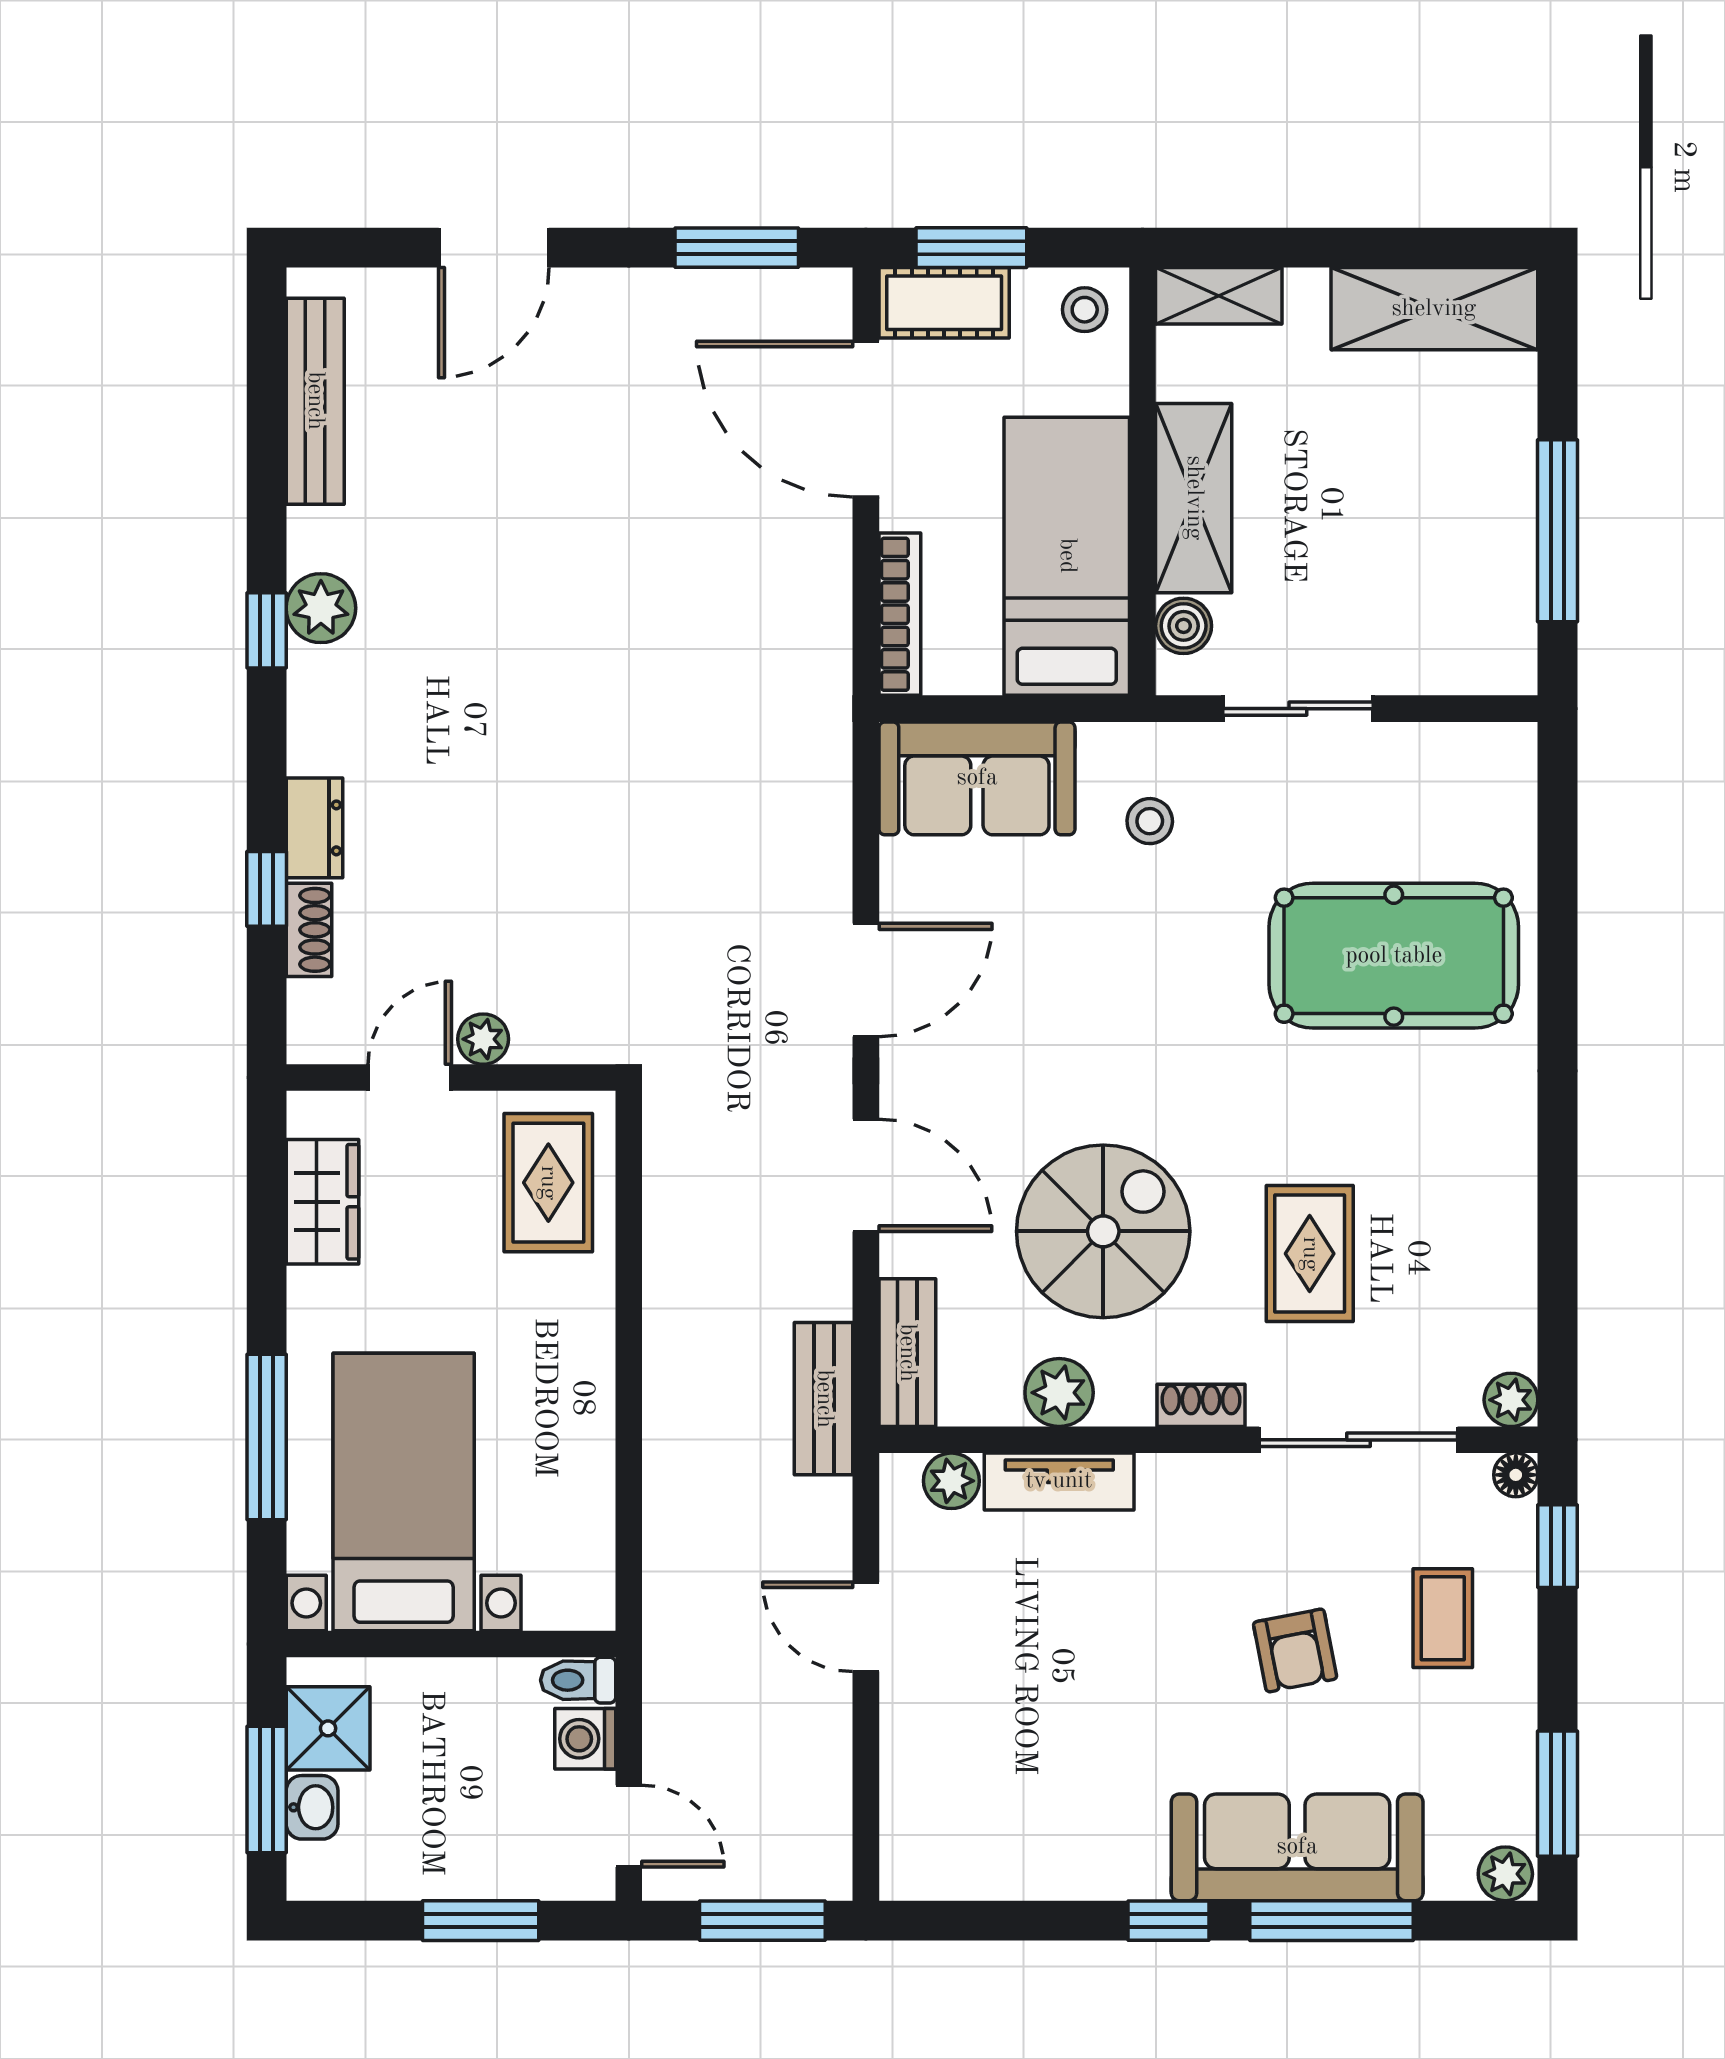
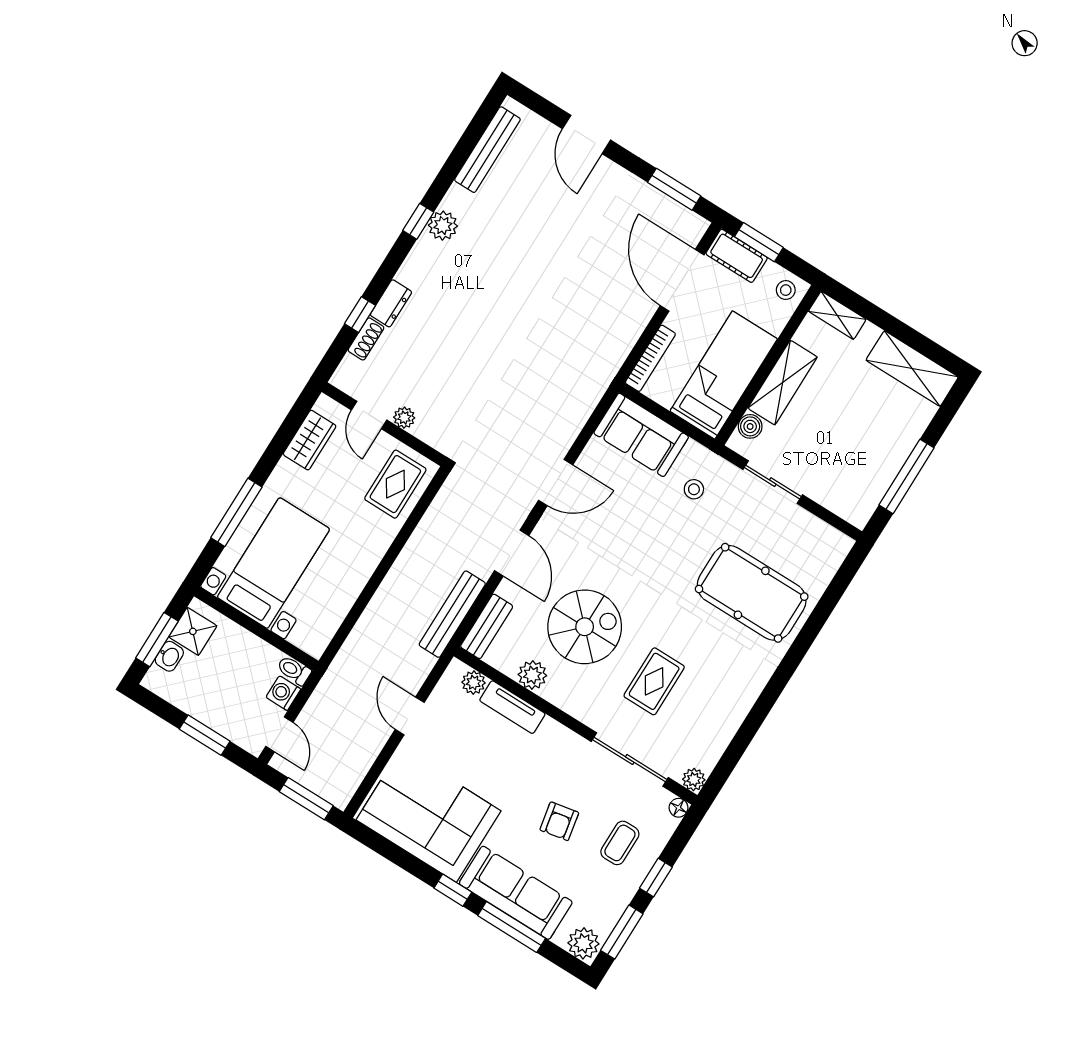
door: (494, 248) -> (587, 134), hinge flipped
door: (410, 1077) -> (369, 415), swing flipped
bench: (824, 1399) -> (452, 614), width x1.36
shoe rack: (1201, 1405) -> (581, 712), removed
window: (1557, 1546) -> (656, 878), moved
corner sofa: (1027, 1801) -> (429, 815), added
plant: (1505, 1874) -> (583, 943), width x1.38, depth x1.38

